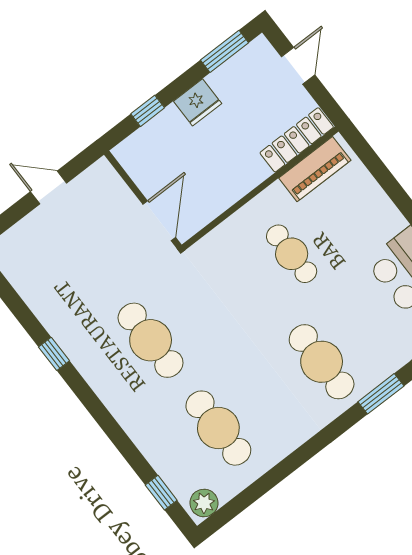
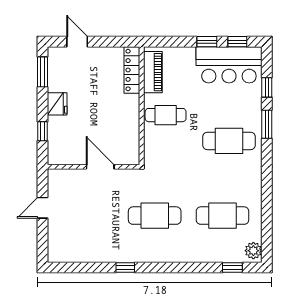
locker: (297, 140) -> (132, 70), moved
piano: (315, 169) -> (153, 72), moved
wall: (260, 188) -> (142, 106), moved

